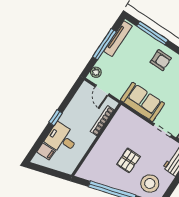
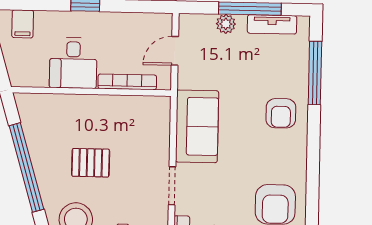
tv unit: (118, 39) -> (272, 24), width x0.71
plant: (96, 72) -> (226, 24), moved
desk: (62, 139) -> (73, 63), moved, turned 180

